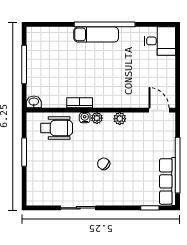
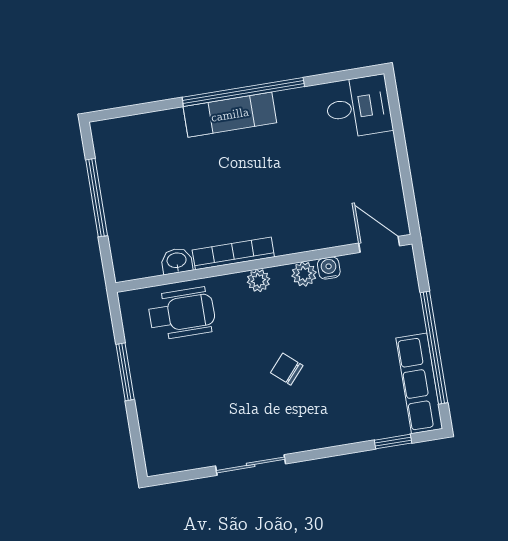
washbasin: (34, 102) -> (177, 261), moved
bookcase: (80, 103) -> (233, 253), width x1.56
water cooler: (85, 118) -> (329, 268), moved

